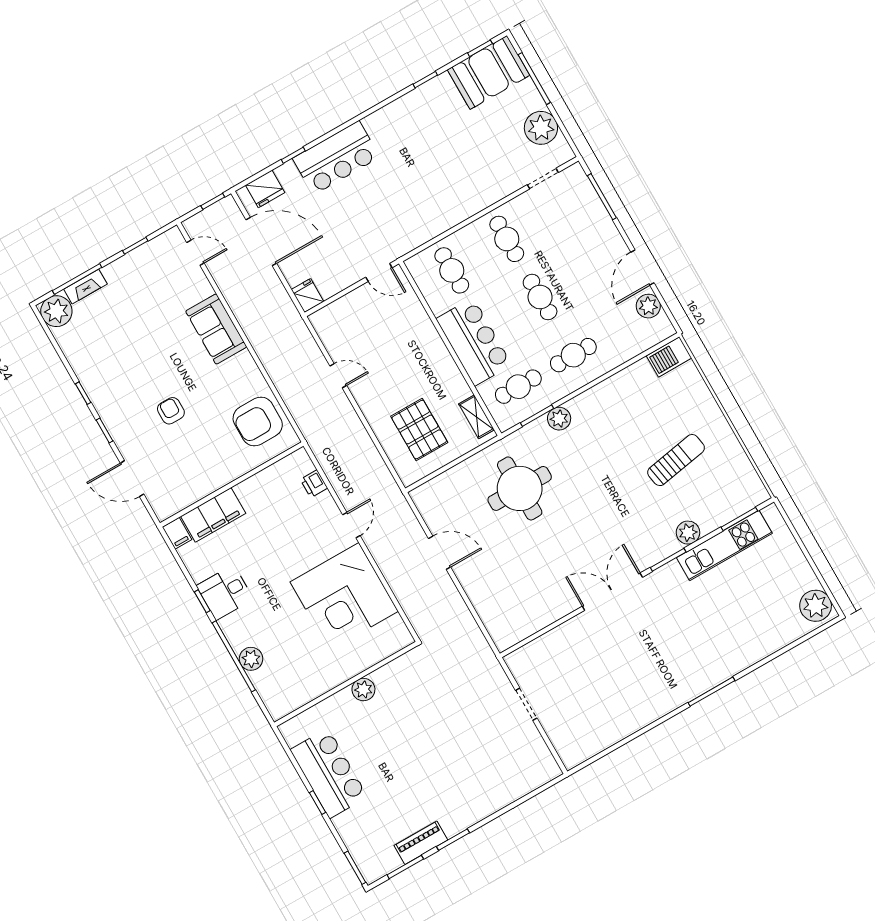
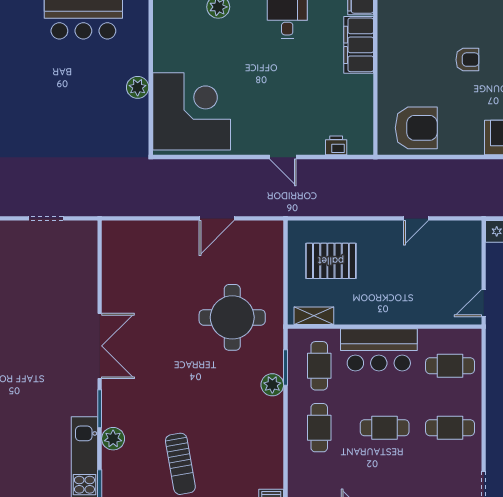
armchair: (258, 422) -> (416, 128), turned 90
corner desk: (344, 597) -> (192, 111), moved, turned 90

